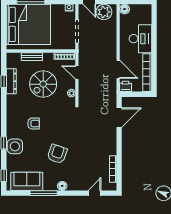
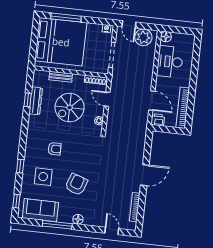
desk: (140, 39) -> (170, 62), moved, turned 180
door: (119, 118) -> (145, 175), moved
side table: (15, 146) -> (43, 177), moved
door: (94, 193) -> (112, 231), hinge flipped

